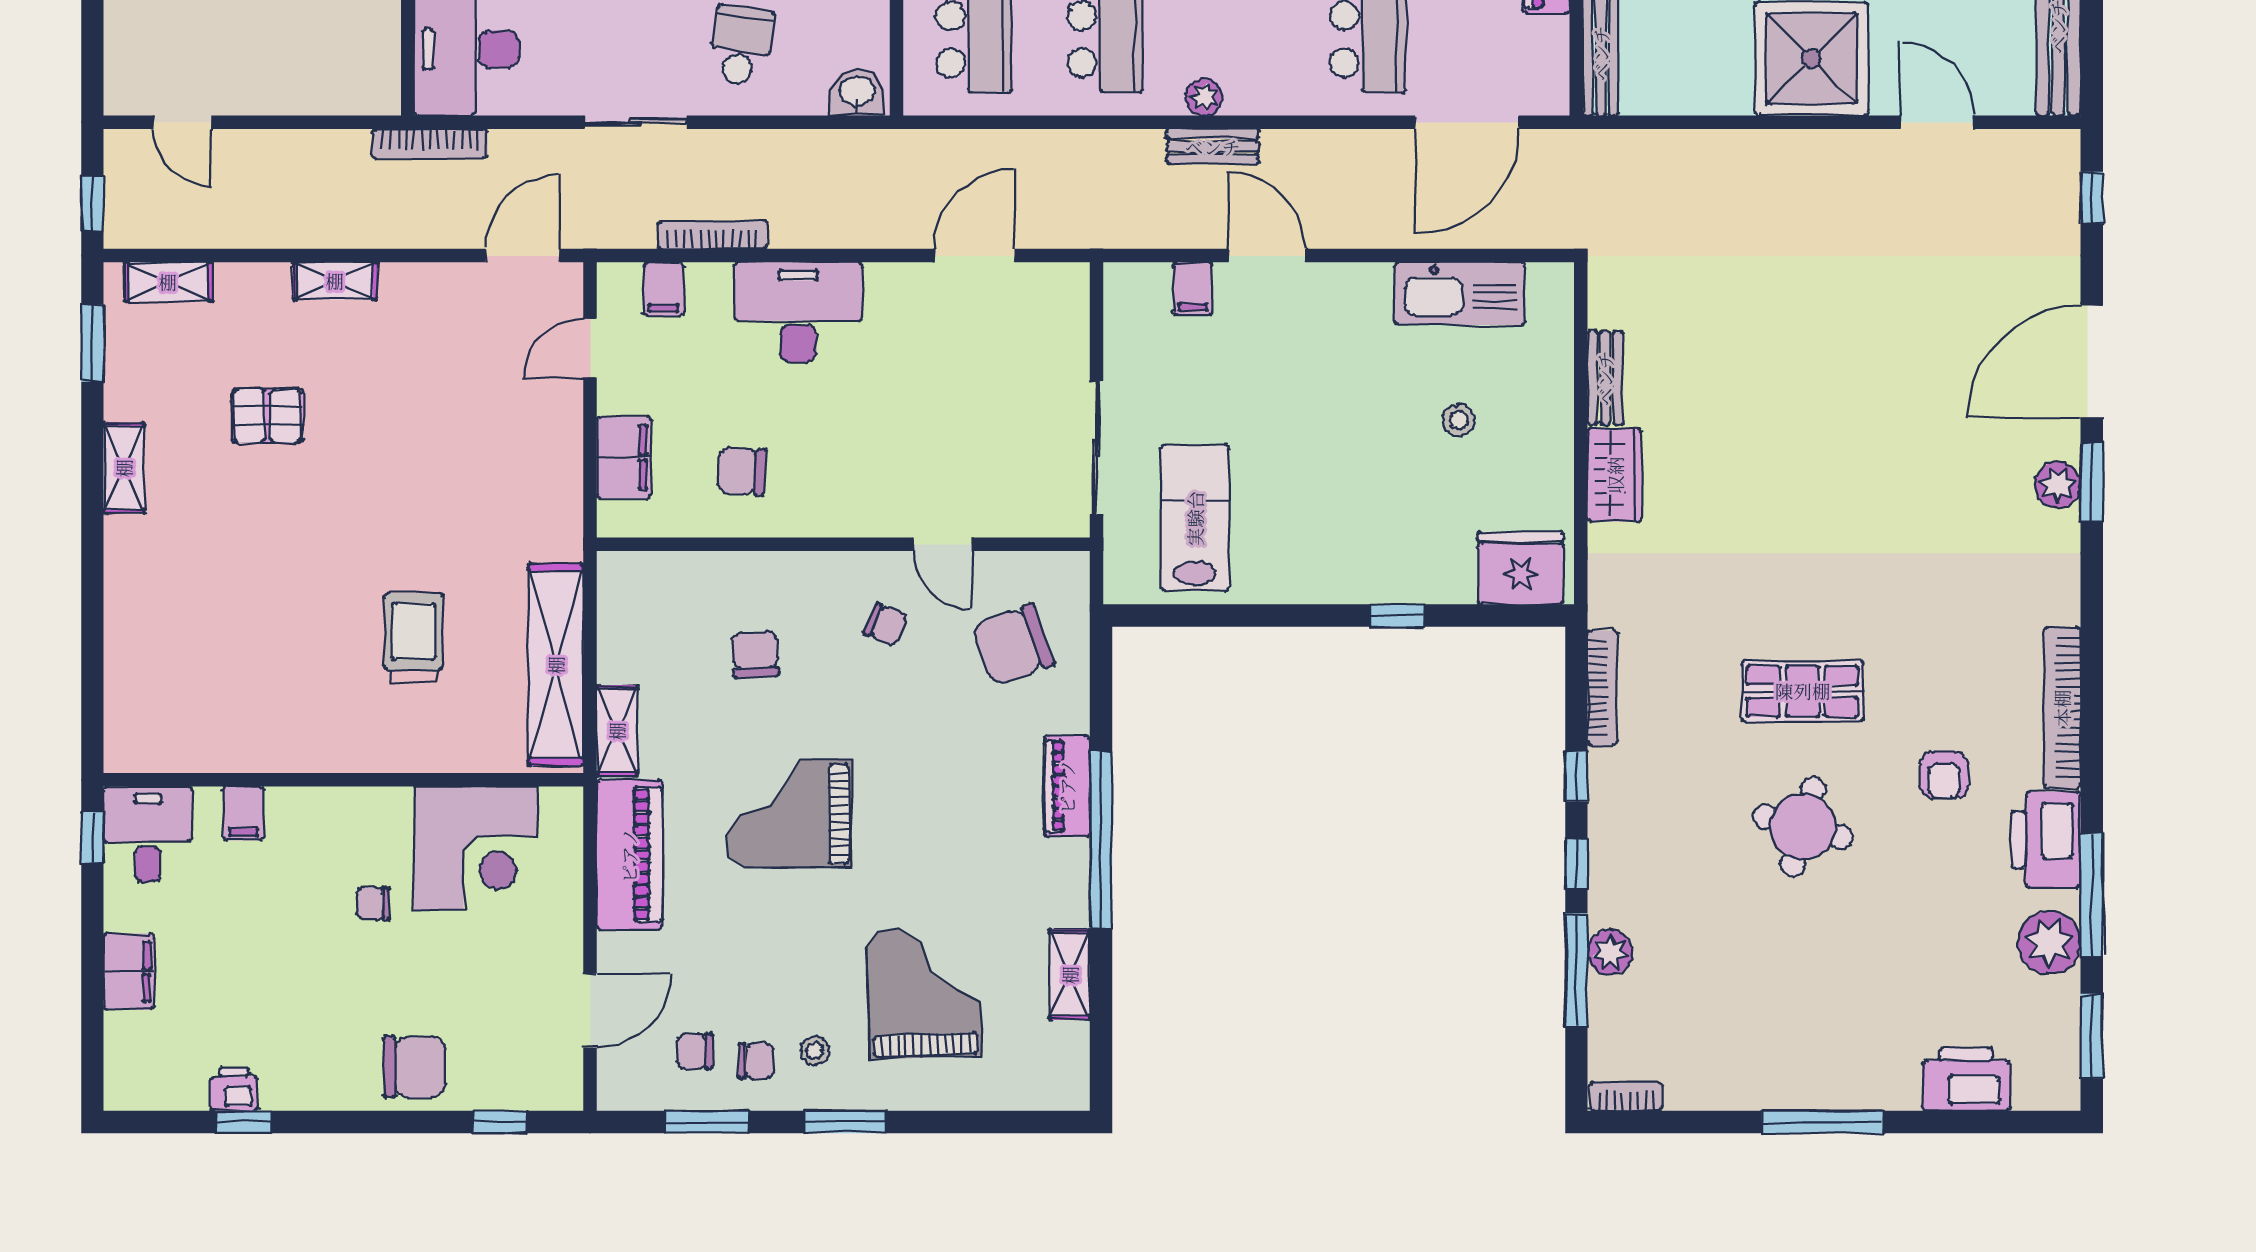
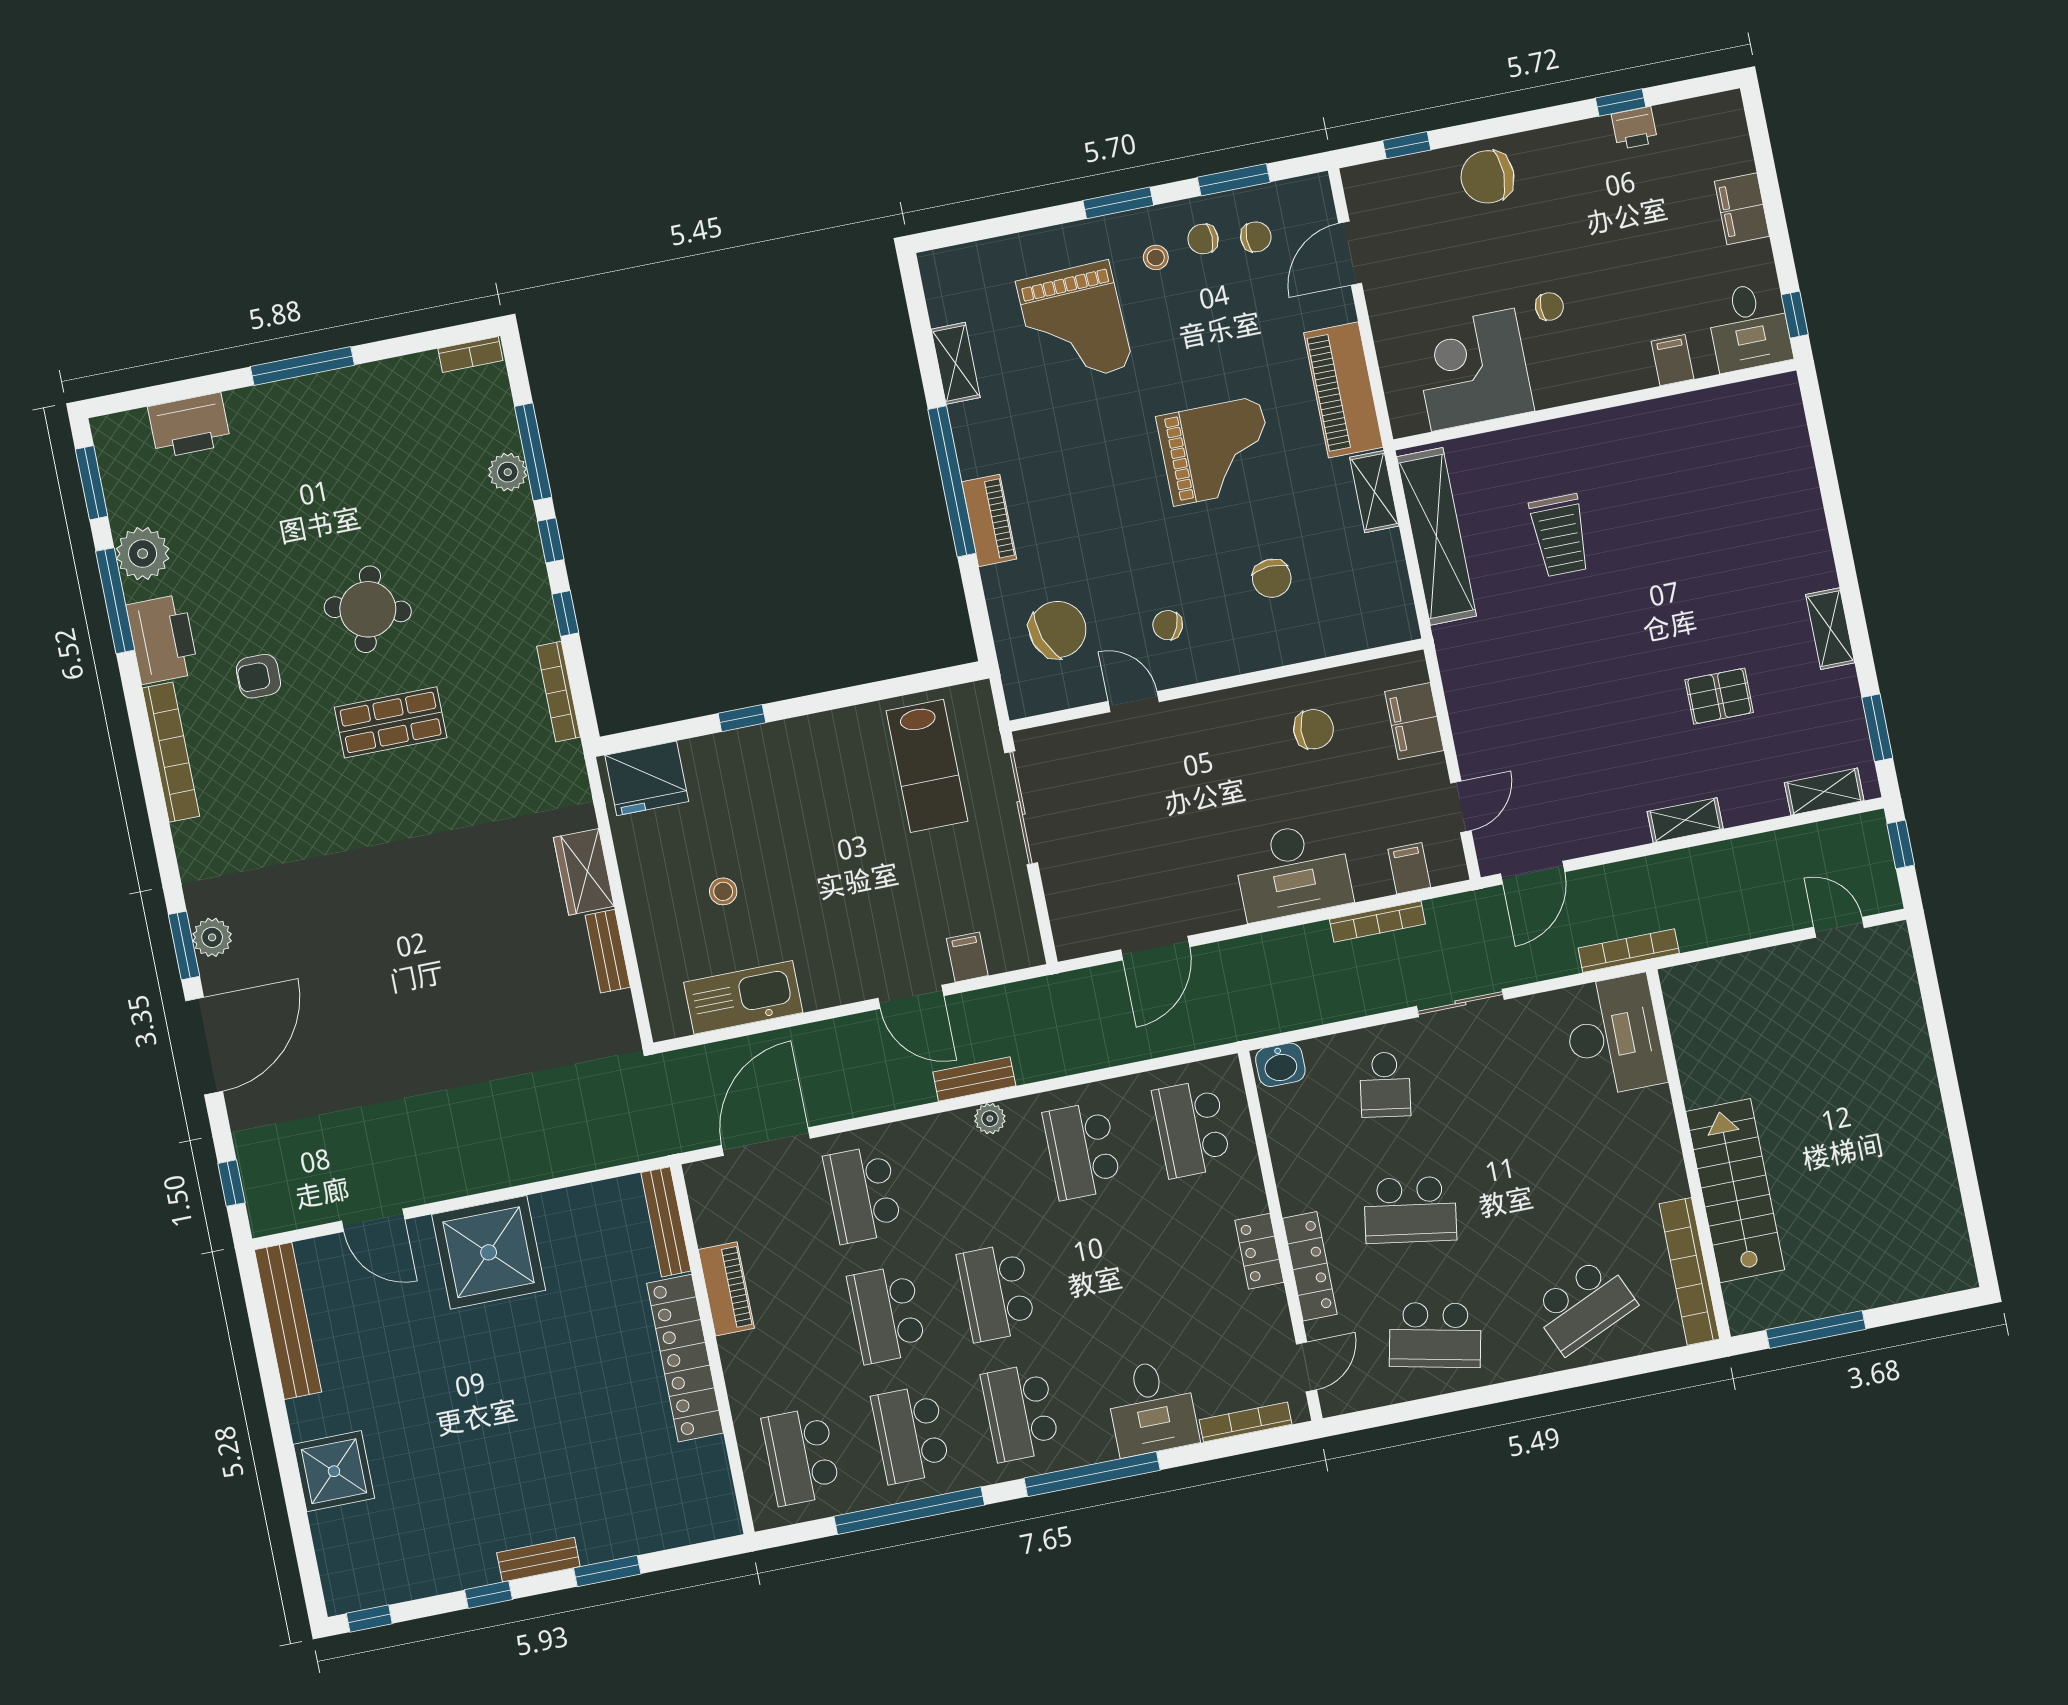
armchair: (1944, 775) -> (258, 676), turned -90

